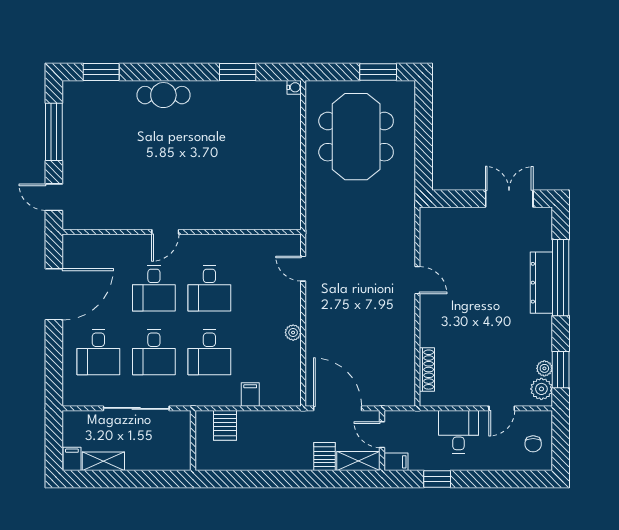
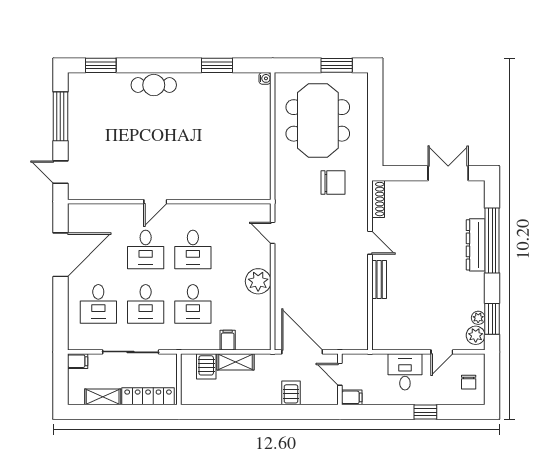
chair: (374, 210) -> (333, 183), added
bench: (428, 323) -> (379, 280), added
plant: (293, 333) -> (258, 281), width x1.88, depth x1.88
shoe rack: (427, 370) -> (378, 199), moved
filing cabinet: (72, 459) -> (78, 361), moved, turned 90
locker: (157, 461) -> (148, 396), added
shelving: (358, 461) -> (236, 362), moved
window: (437, 479) -> (425, 412), moved

